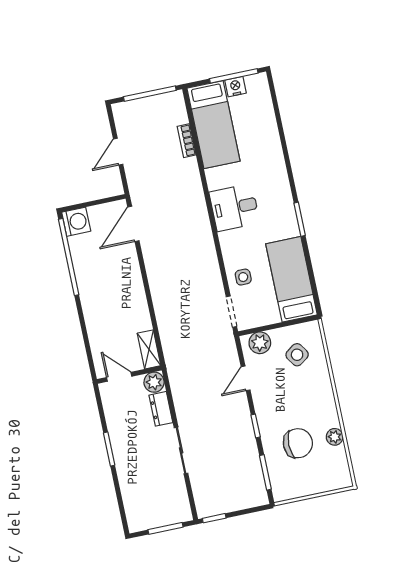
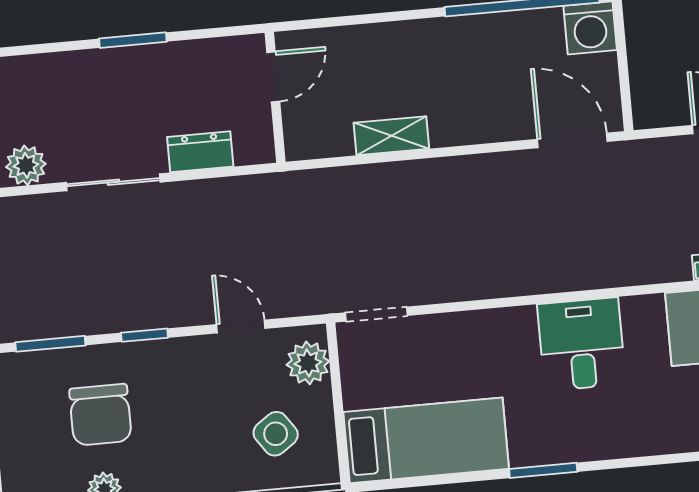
side table: (243, 277) -> (442, 345), removed
shelving: (149, 349) -> (391, 136), moved
plant: (154, 382) -> (26, 165), moved

